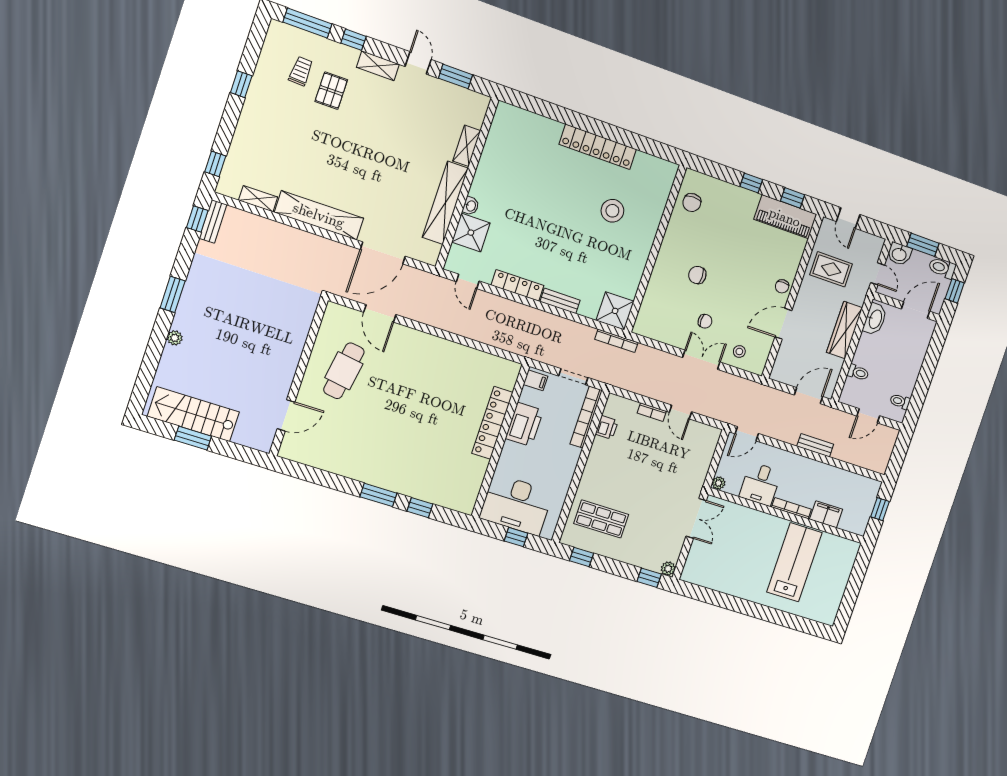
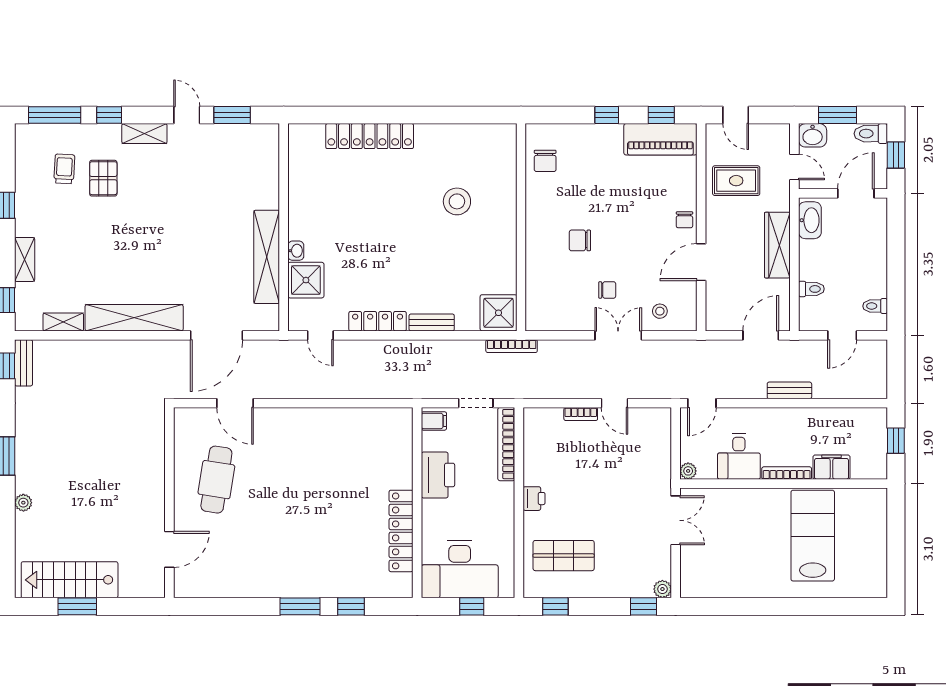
shelving: (467, 146) -> (25, 259), moved
locker: (598, 147) -> (370, 136), moved
locker: (492, 423) -> (401, 531), moved
printer: (607, 427) -> (534, 499), moved

